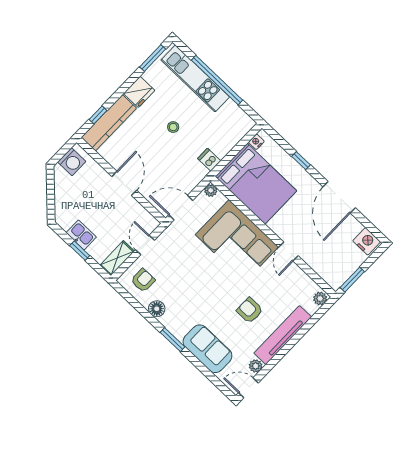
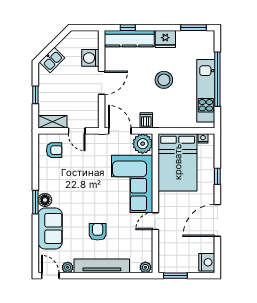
kitchen unit: (195, 78) -> (206, 91), moved
stool: (173, 127) -> (164, 80), width x1.89, depth x1.89
dishwasher: (209, 160) -> (146, 120), moved
washing machine: (72, 162) -> (90, 58), moved, turned 90
plant: (211, 190) -> (143, 144), width x1.88, depth x1.88
kitchen sink: (81, 235) -> (52, 60), moved, turned 45
door: (145, 245) -> (77, 131), swing flipped
floor lamp: (157, 309) -> (45, 200), moved

